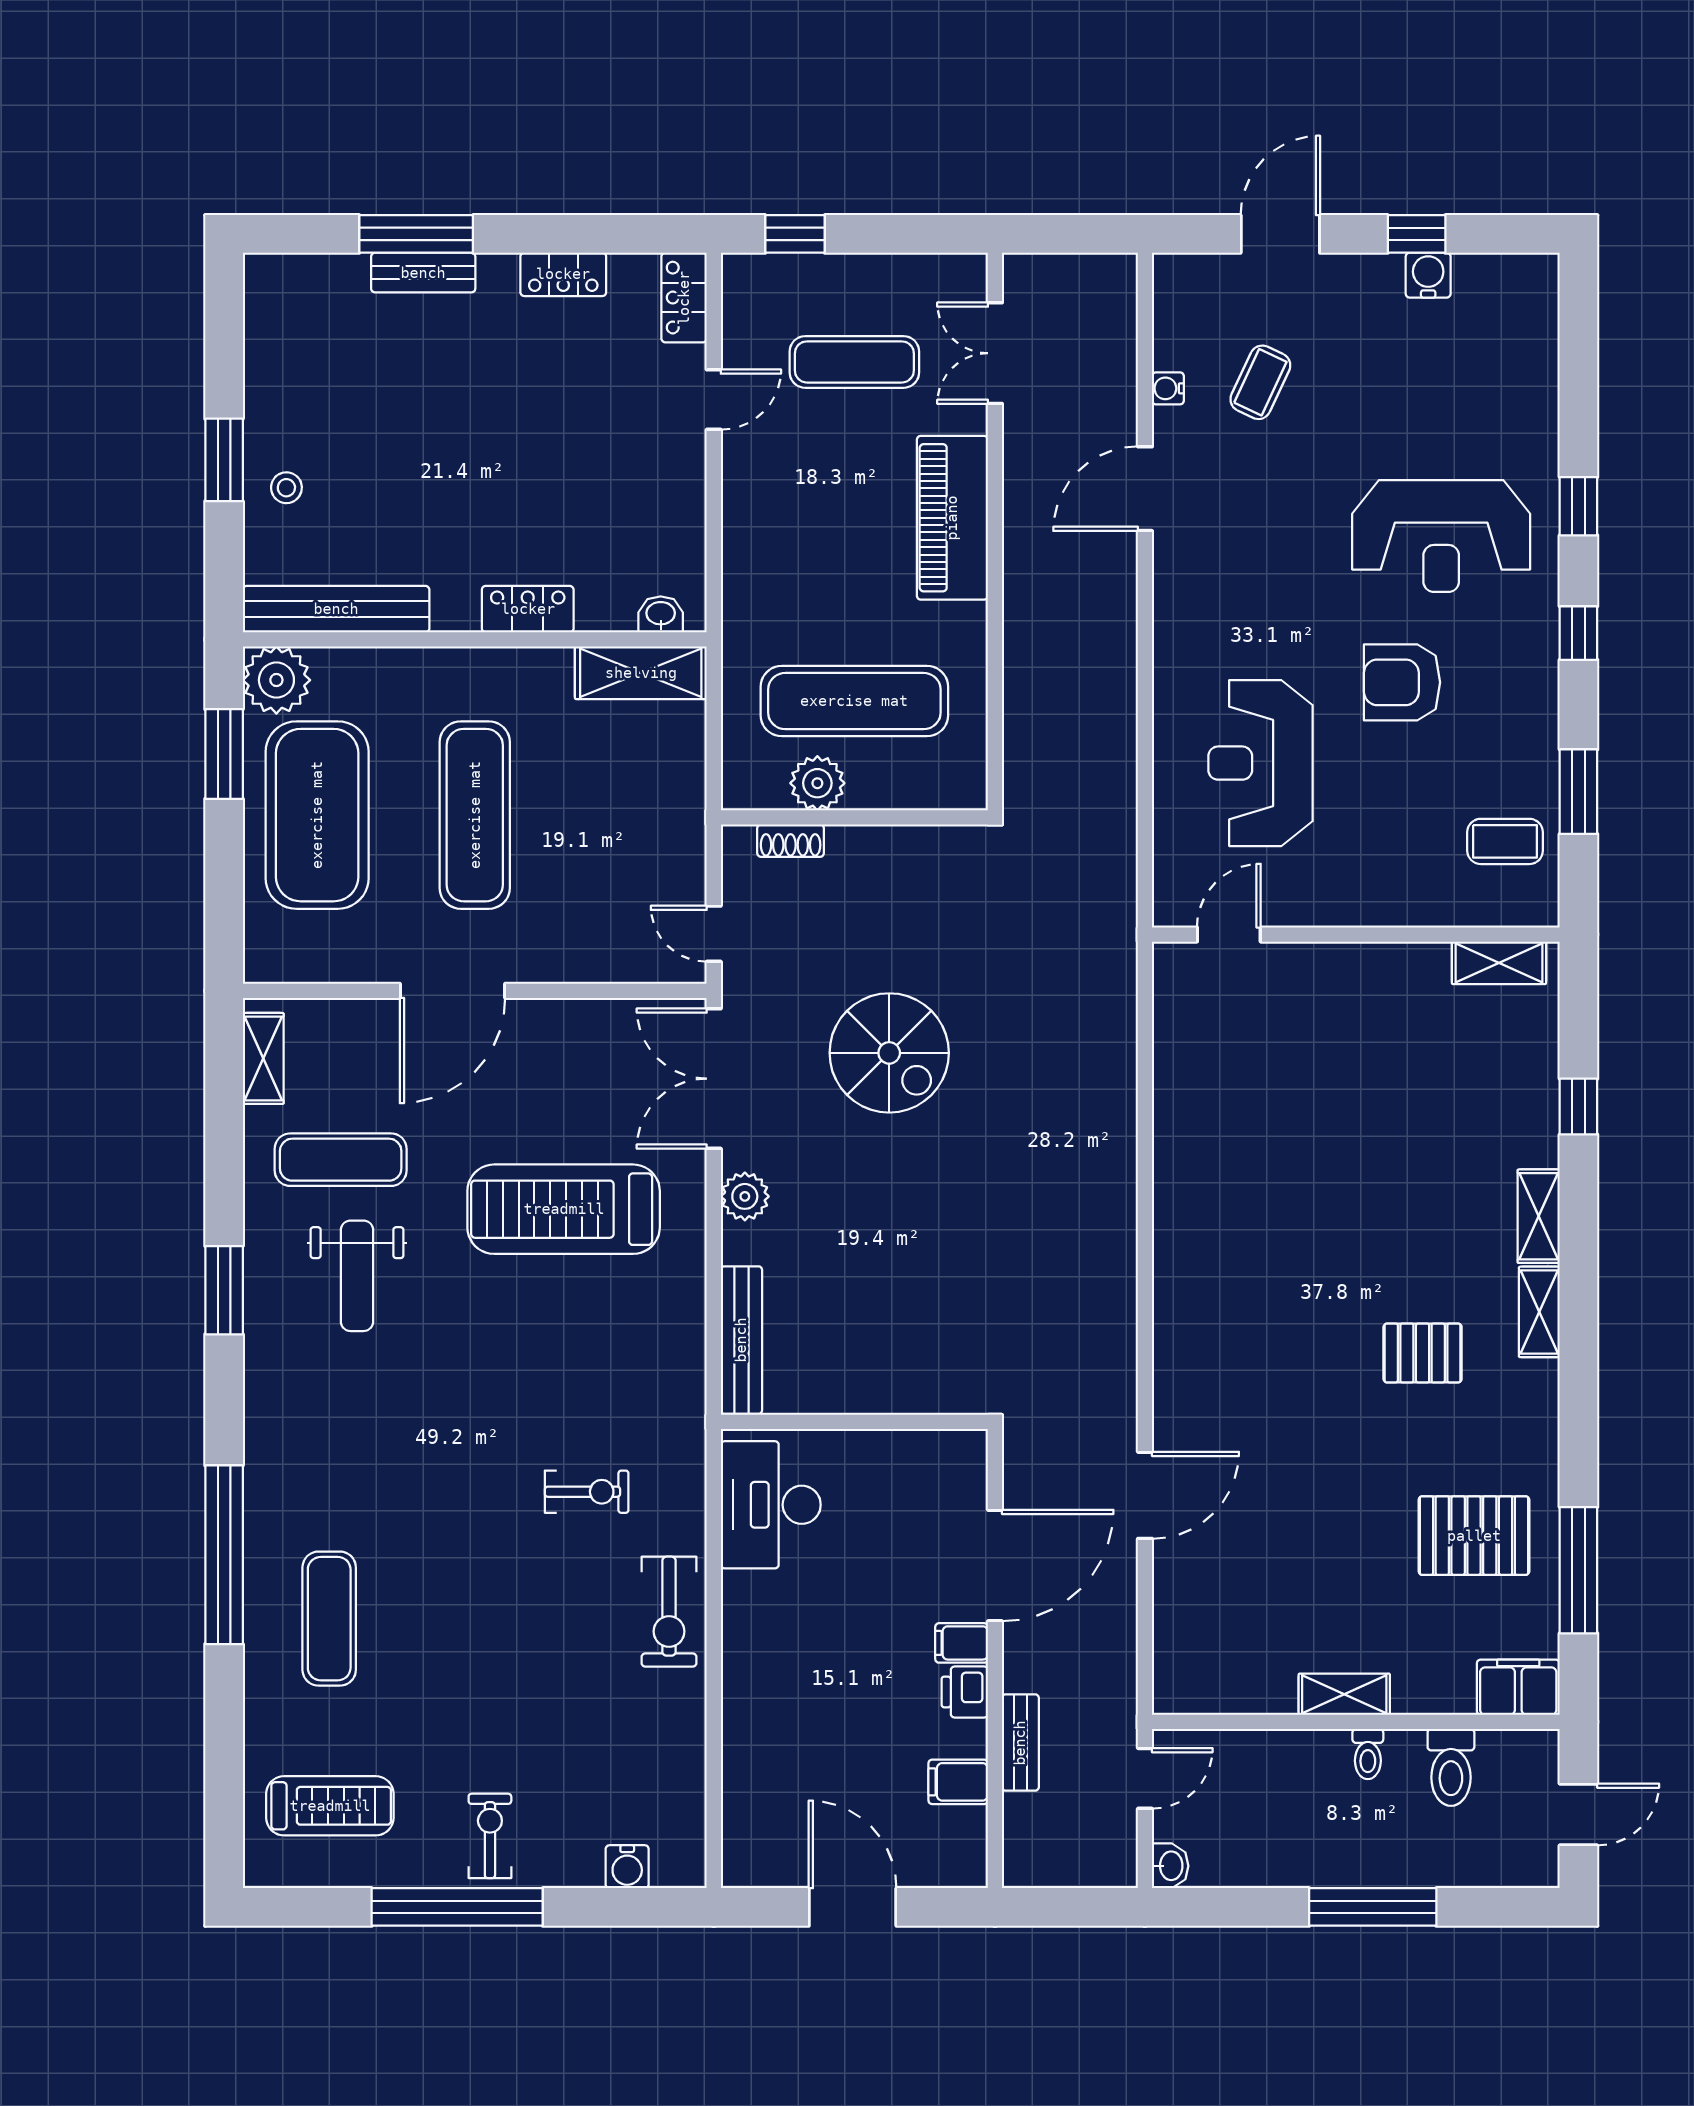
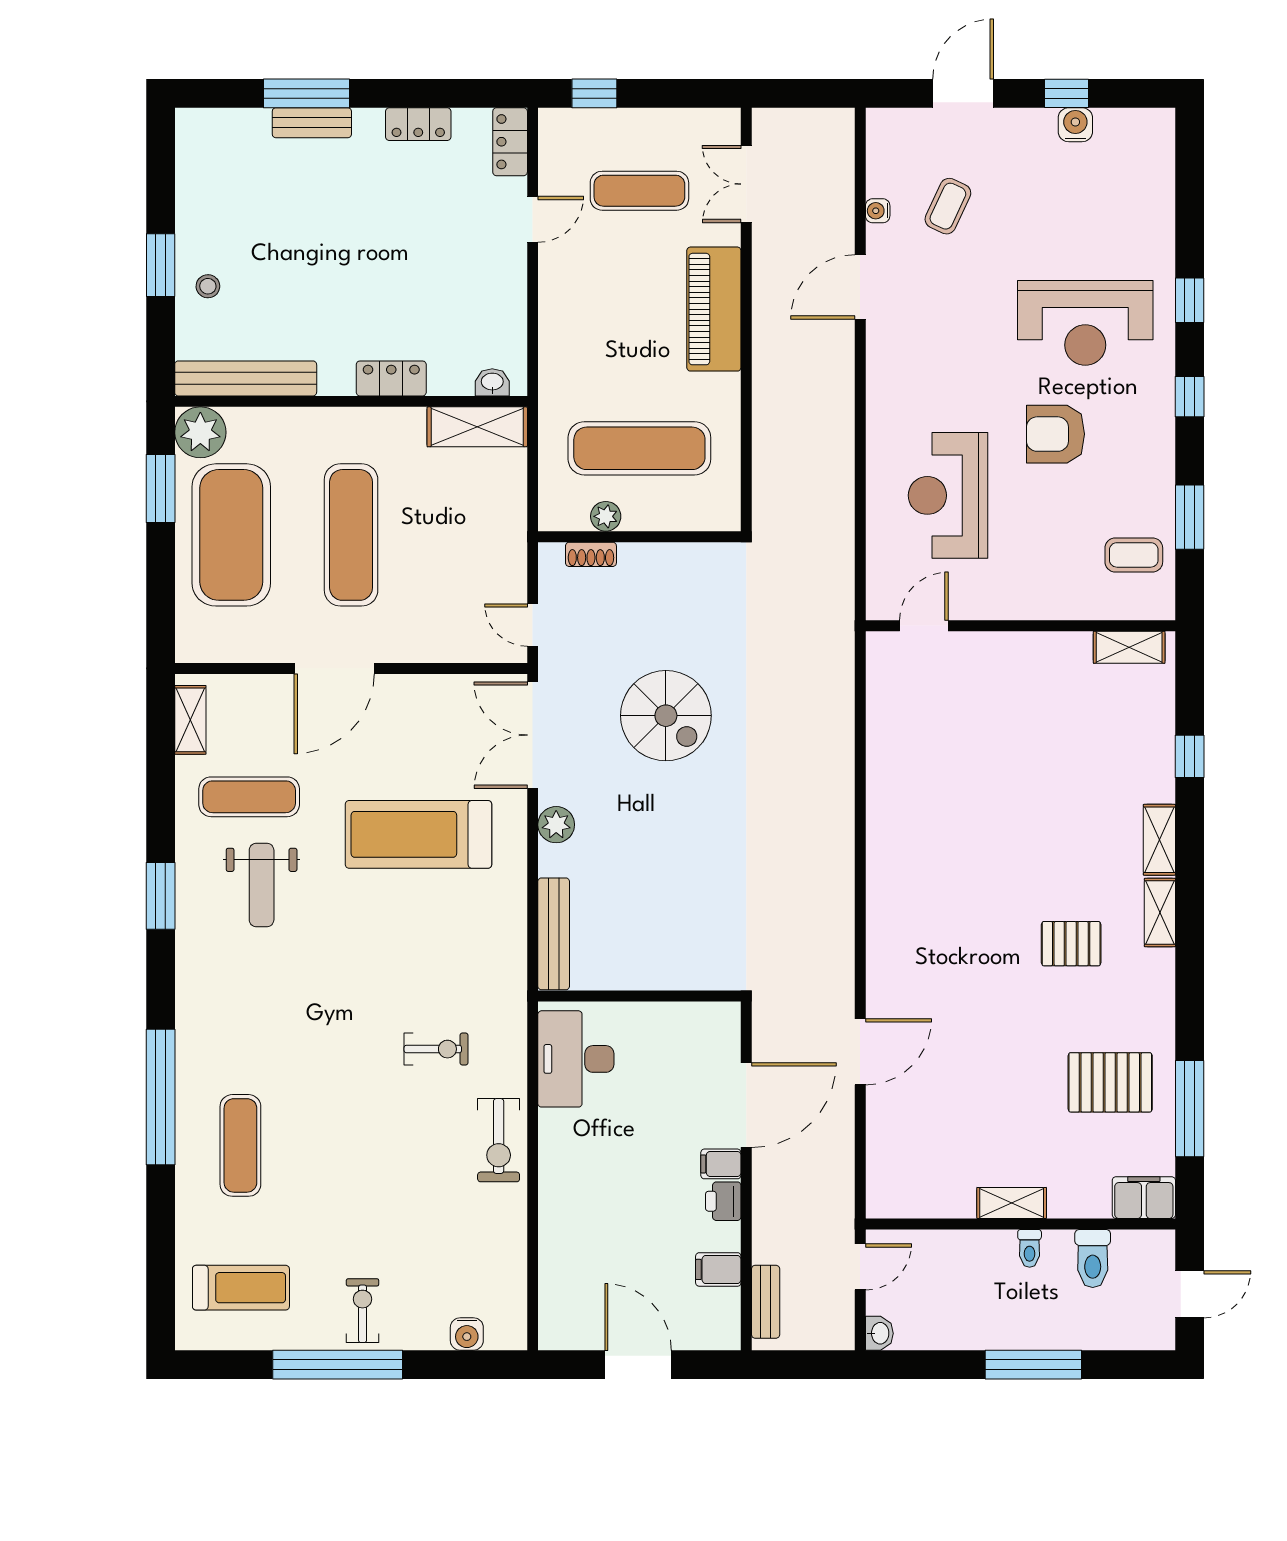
plant: (817, 783) -> (606, 516), width x0.73, depth x0.73
bench: (1020, 1743) -> (766, 1302), moved

